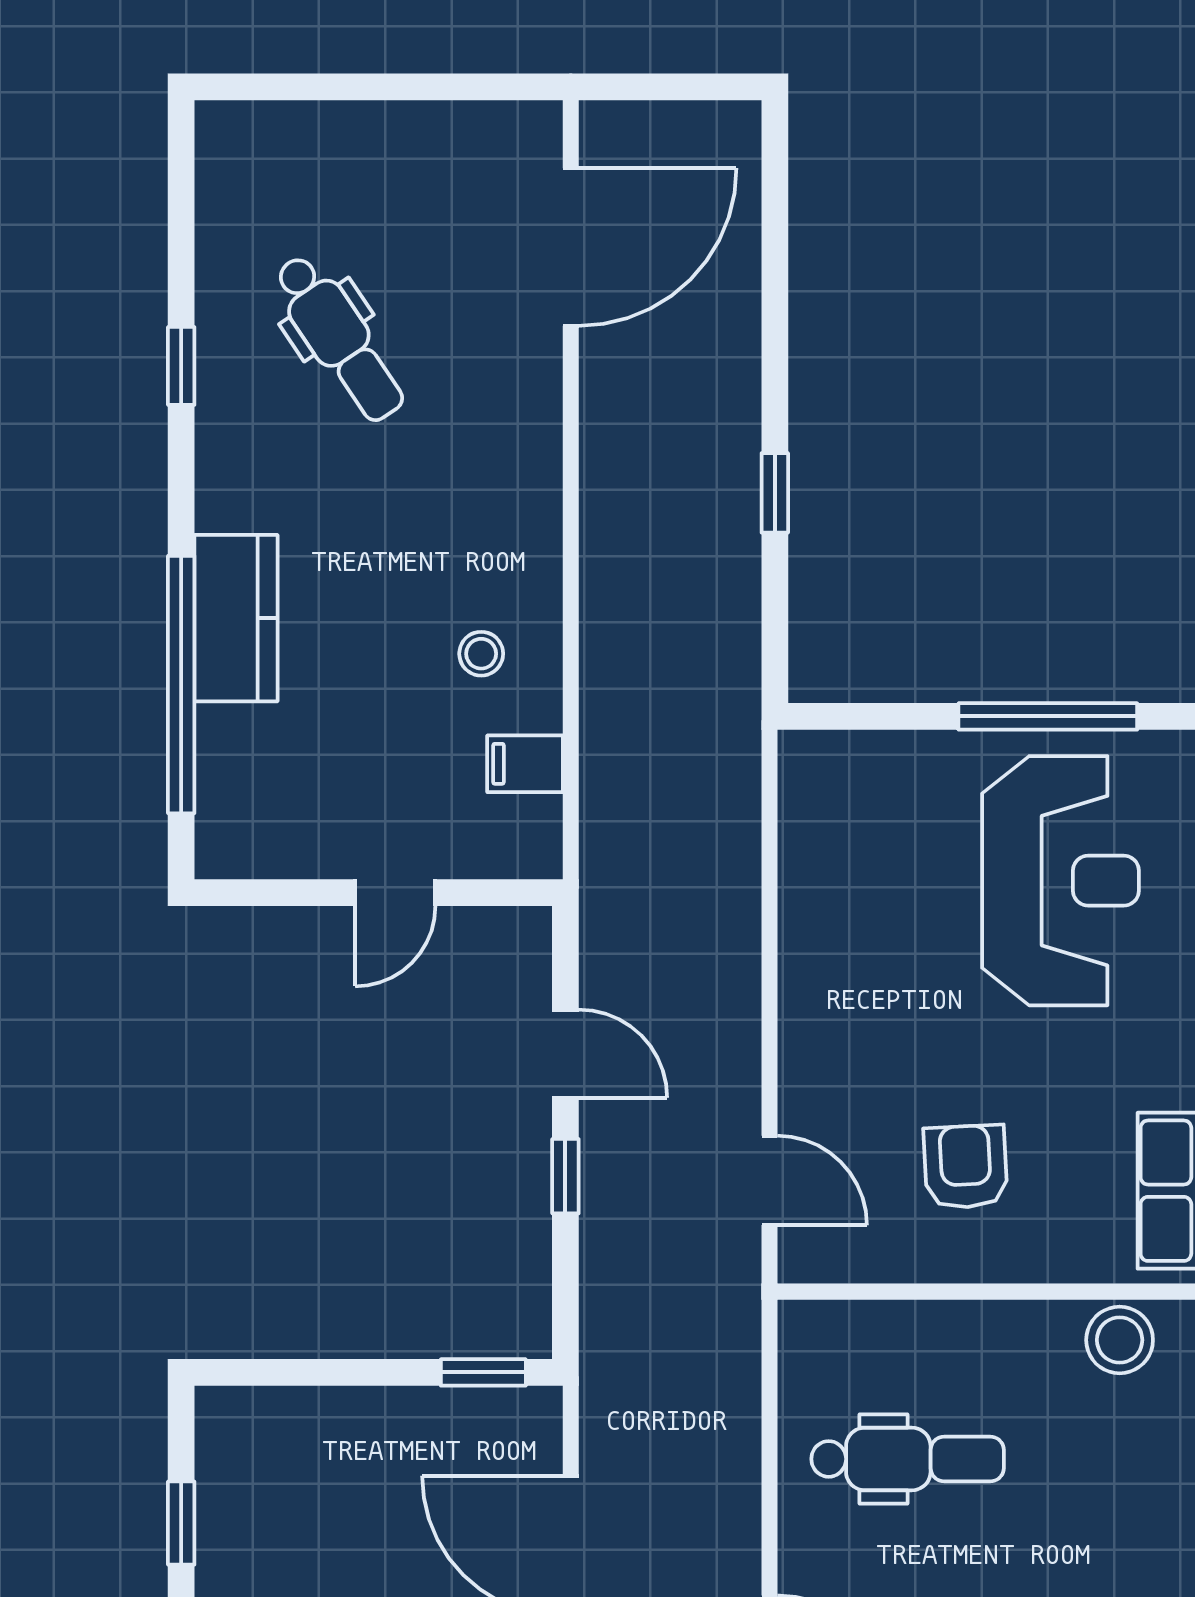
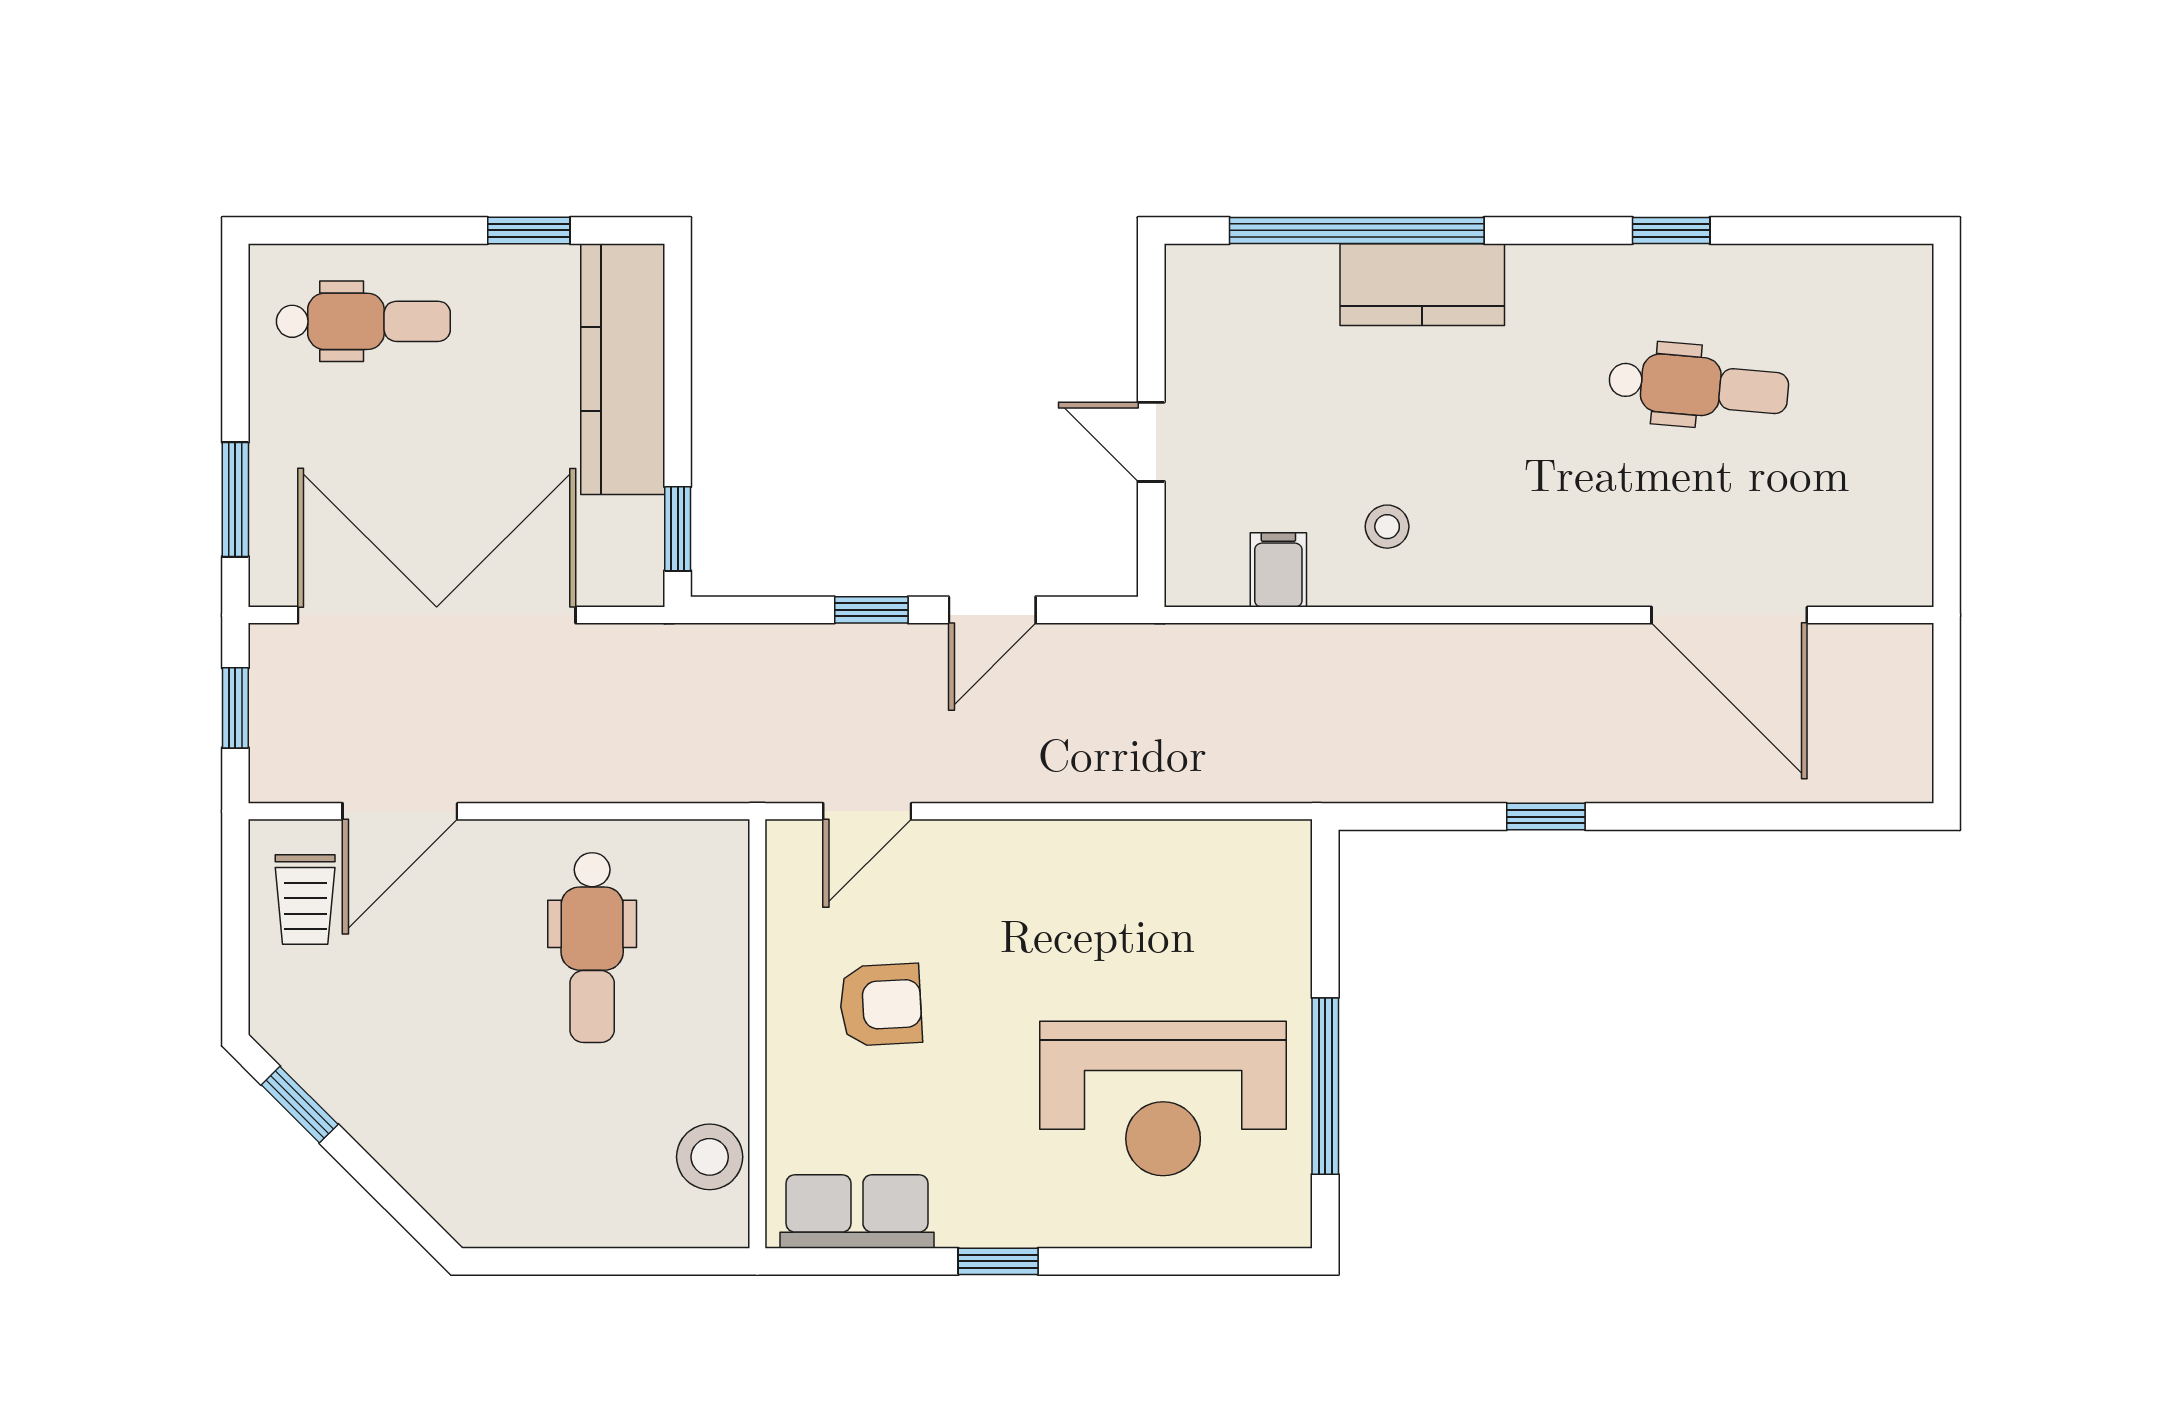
door: (571, 247) -> (1729, 615), moved
dental chair: (339, 338) -> (1699, 386), turned -141
kitchen counter: (322, 1428) -> (623, 369), added

